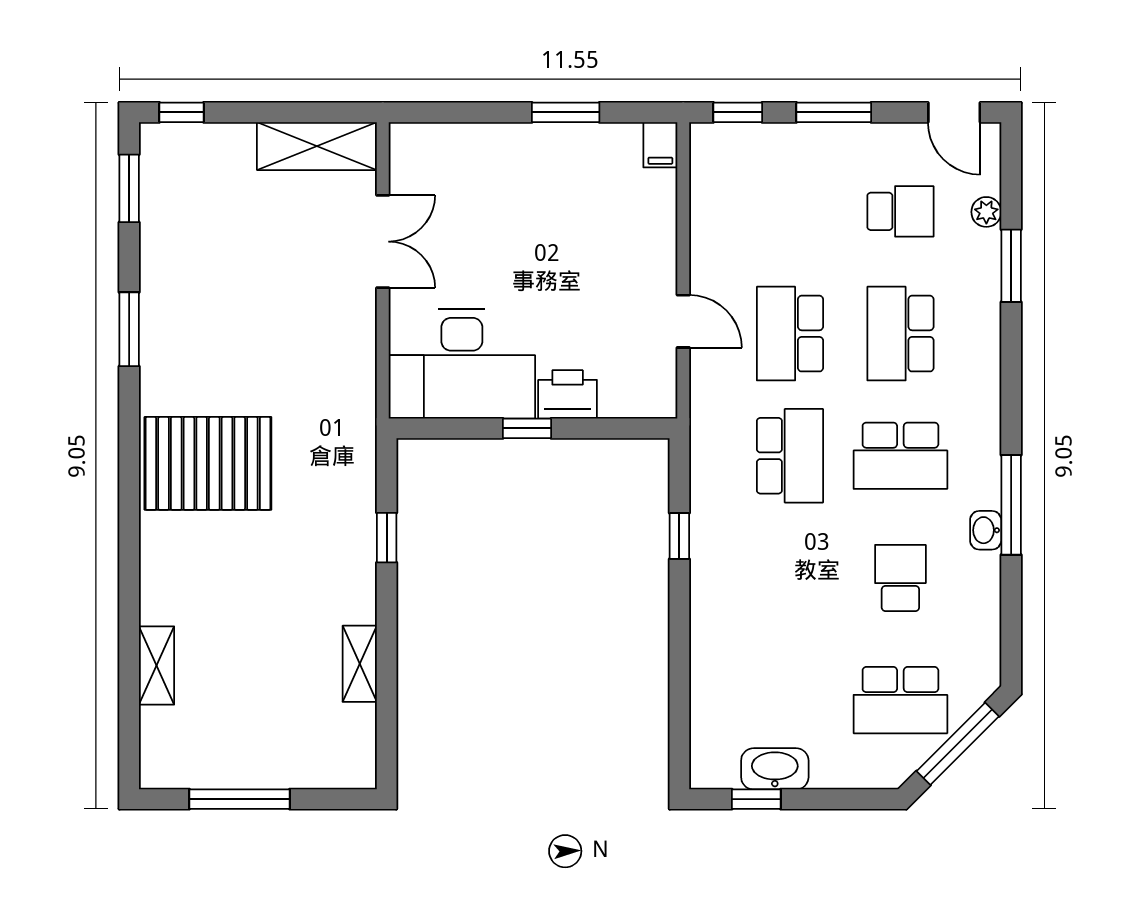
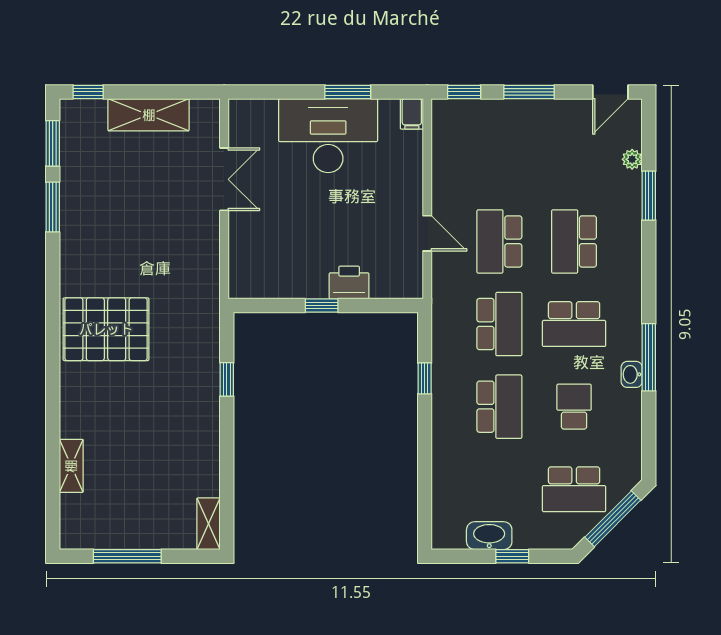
door: (954, 112) -> (610, 92), hinge flipped
shelving: (317, 146) -> (149, 115), moved
school desk: (900, 211) -> (499, 407), moved, width x1.85
window: (129, 329) -> (53, 207), moved
desk: (462, 364) -> (328, 136), moved, turned 180
shelving: (360, 664) -> (209, 524), moved
window: (756, 799) -> (512, 556), moved

